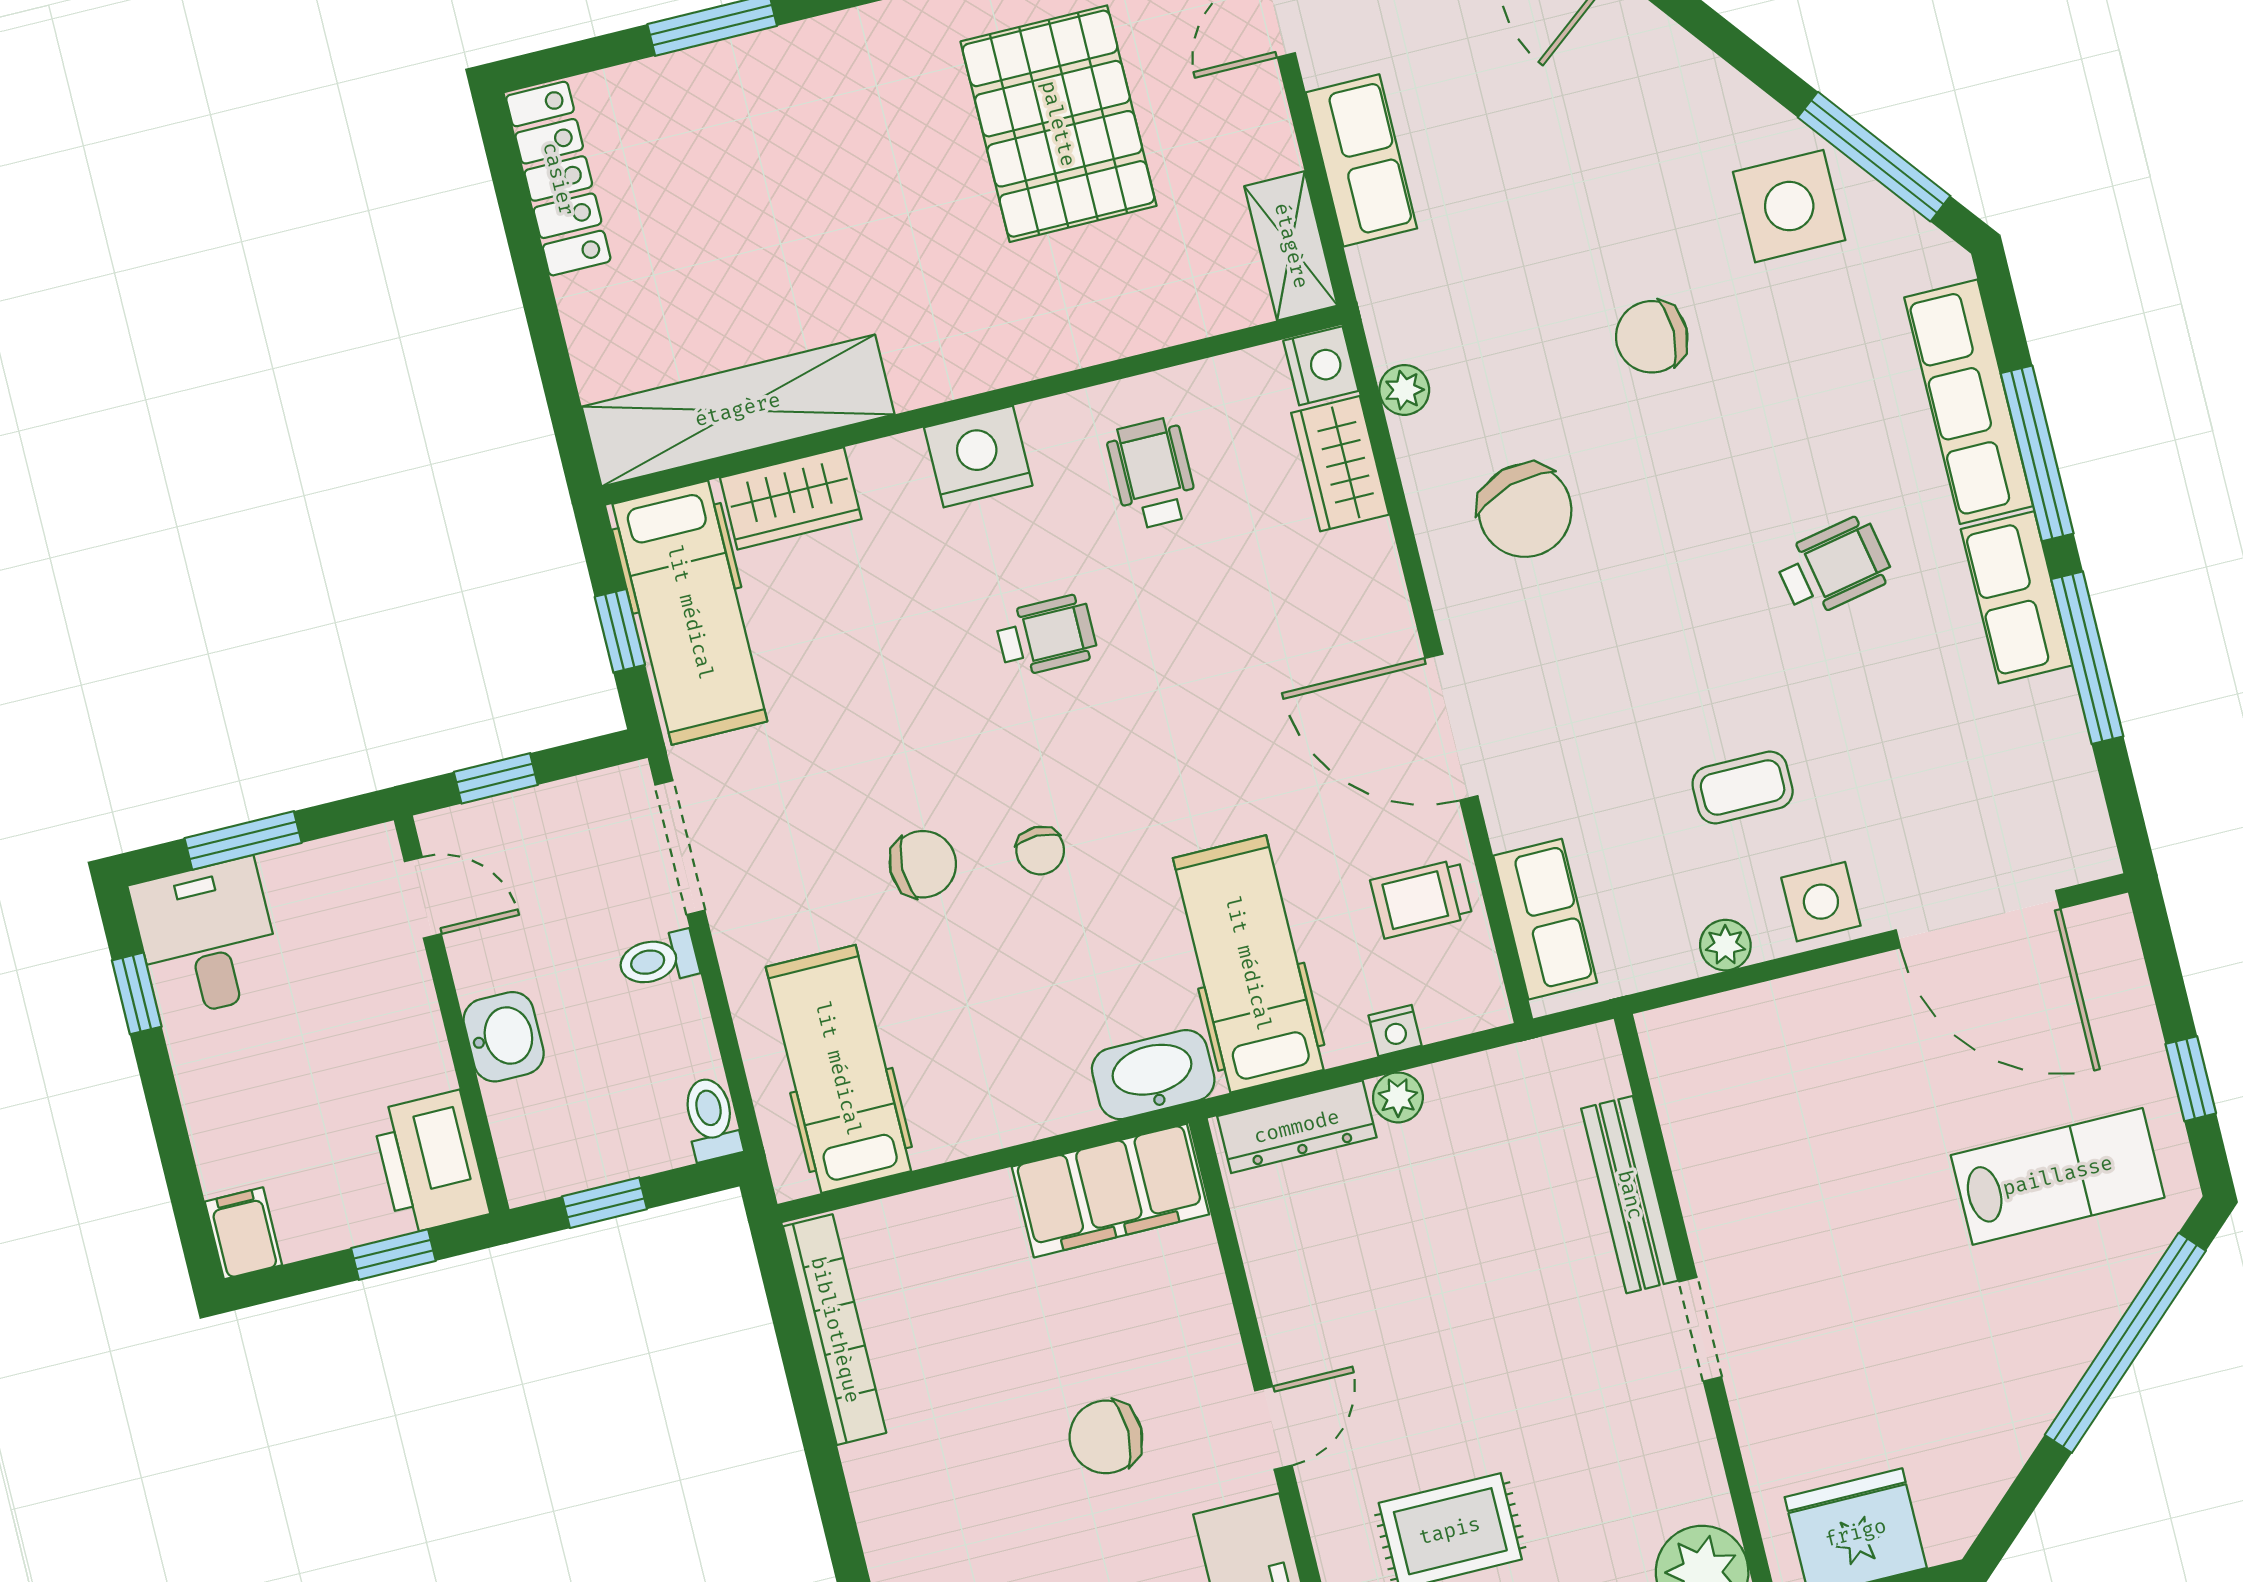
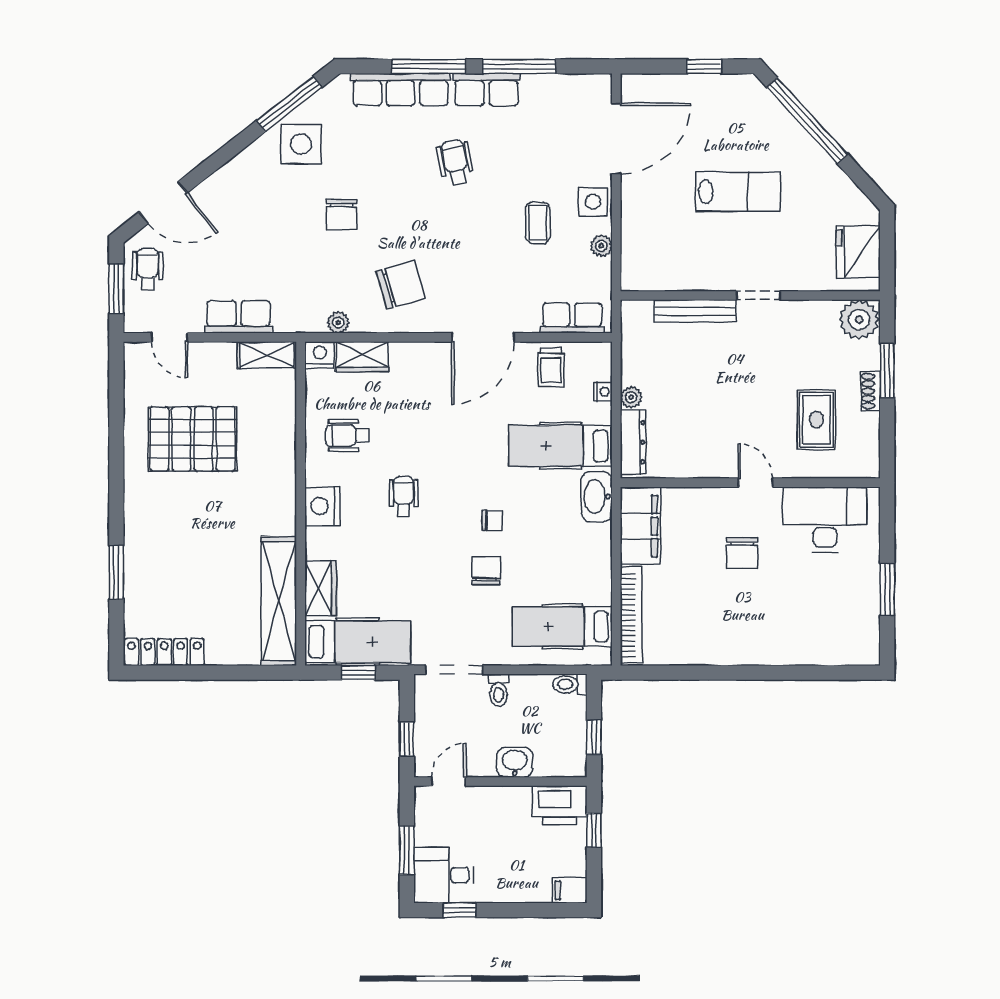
lab bench: (2058, 1176) -> (738, 192), moved, turned 90
bookcase: (835, 1330) -> (631, 615), moved, turned 90

